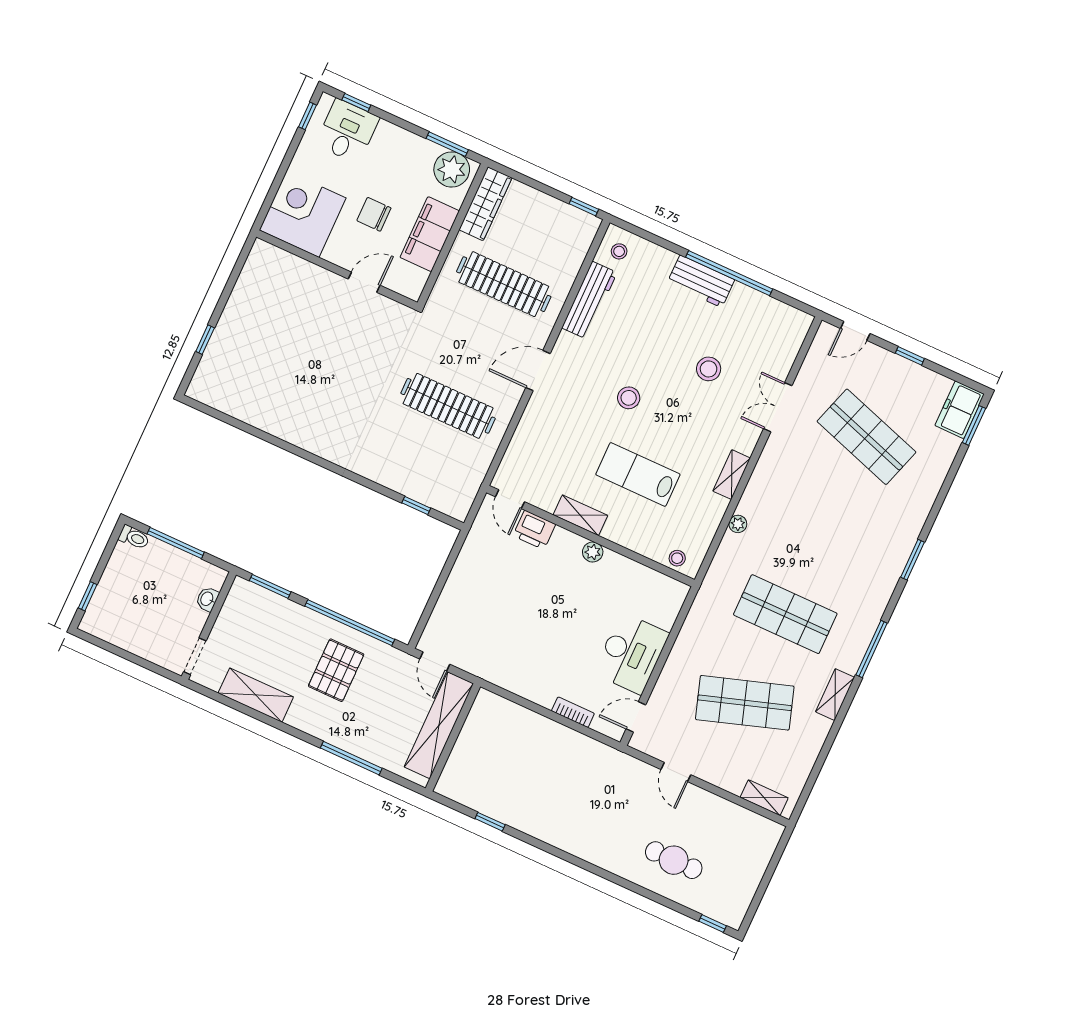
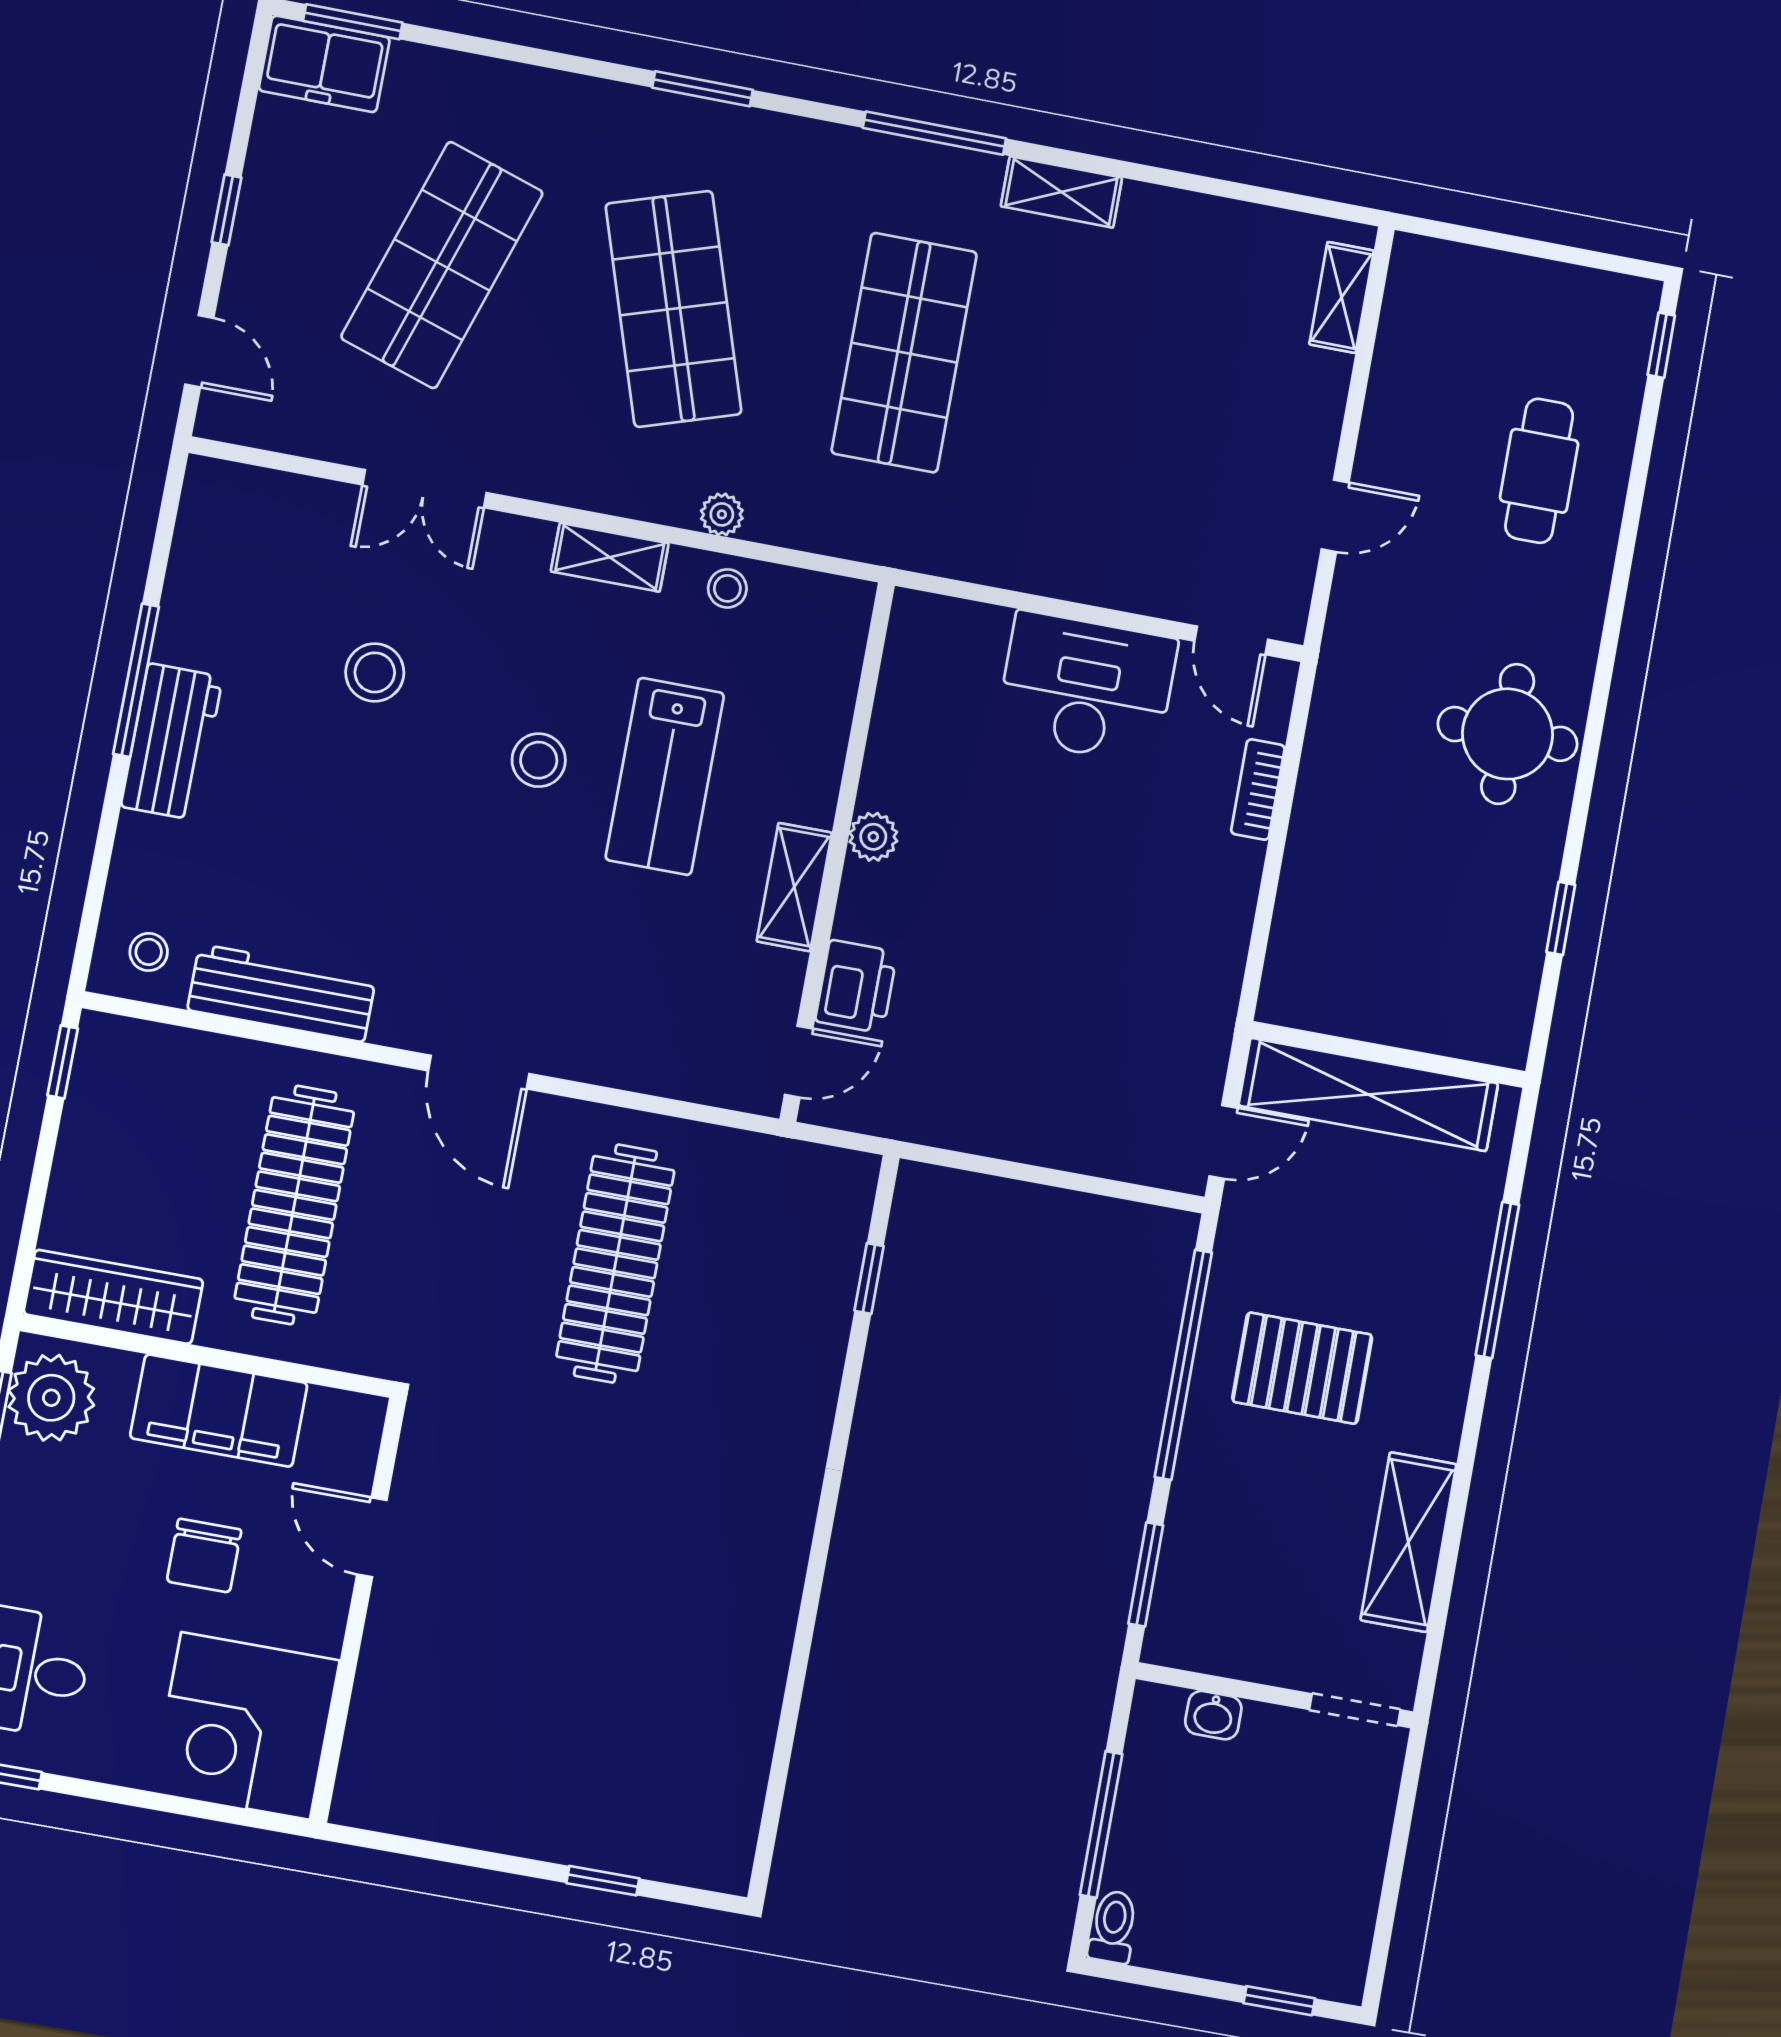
window: (729, 273) -> (136, 680), width x0.68
stool: (629, 398) -> (539, 760), moved
stool: (677, 558) -> (727, 588), moved
shop shelf: (745, 703) -> (674, 309), moved
round table: (570, 819) -> (1508, 734), added

